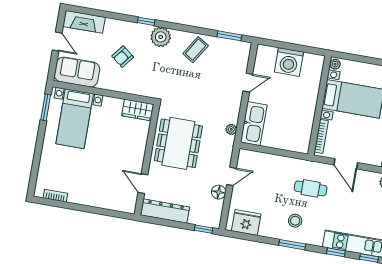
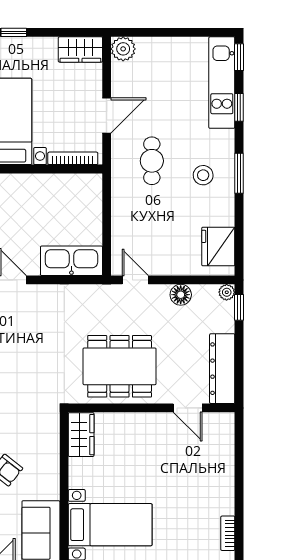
plant: (231, 129) -> (227, 292), moved
door: (231, 176) -> (135, 280), moved
door: (143, 184) -> (188, 408), hinge flipped

